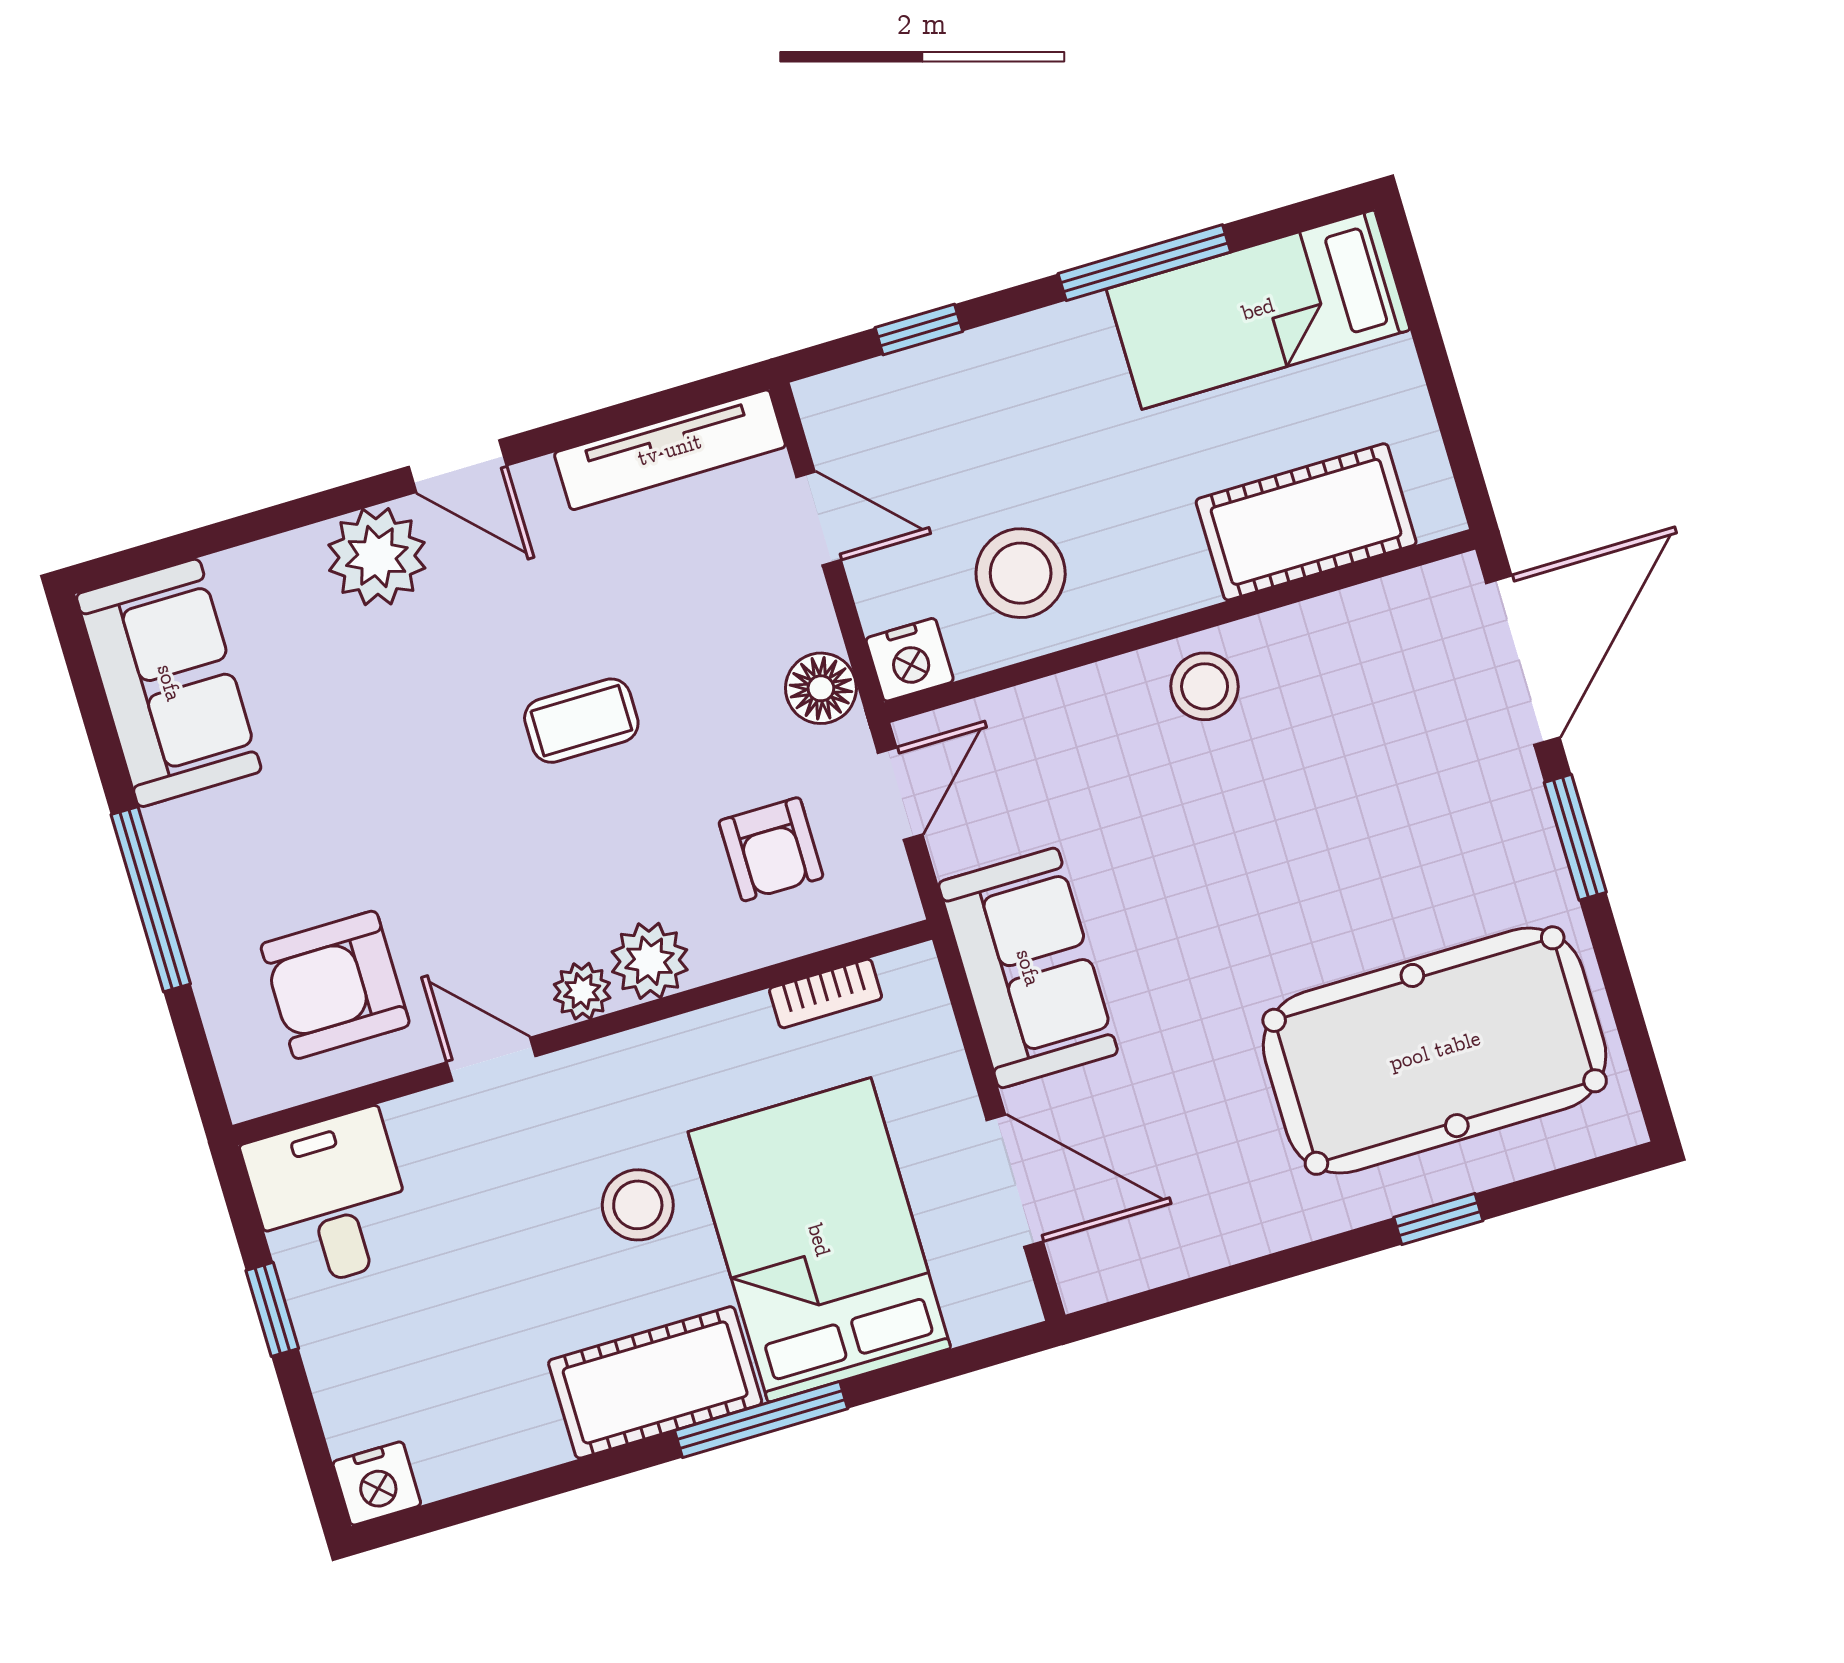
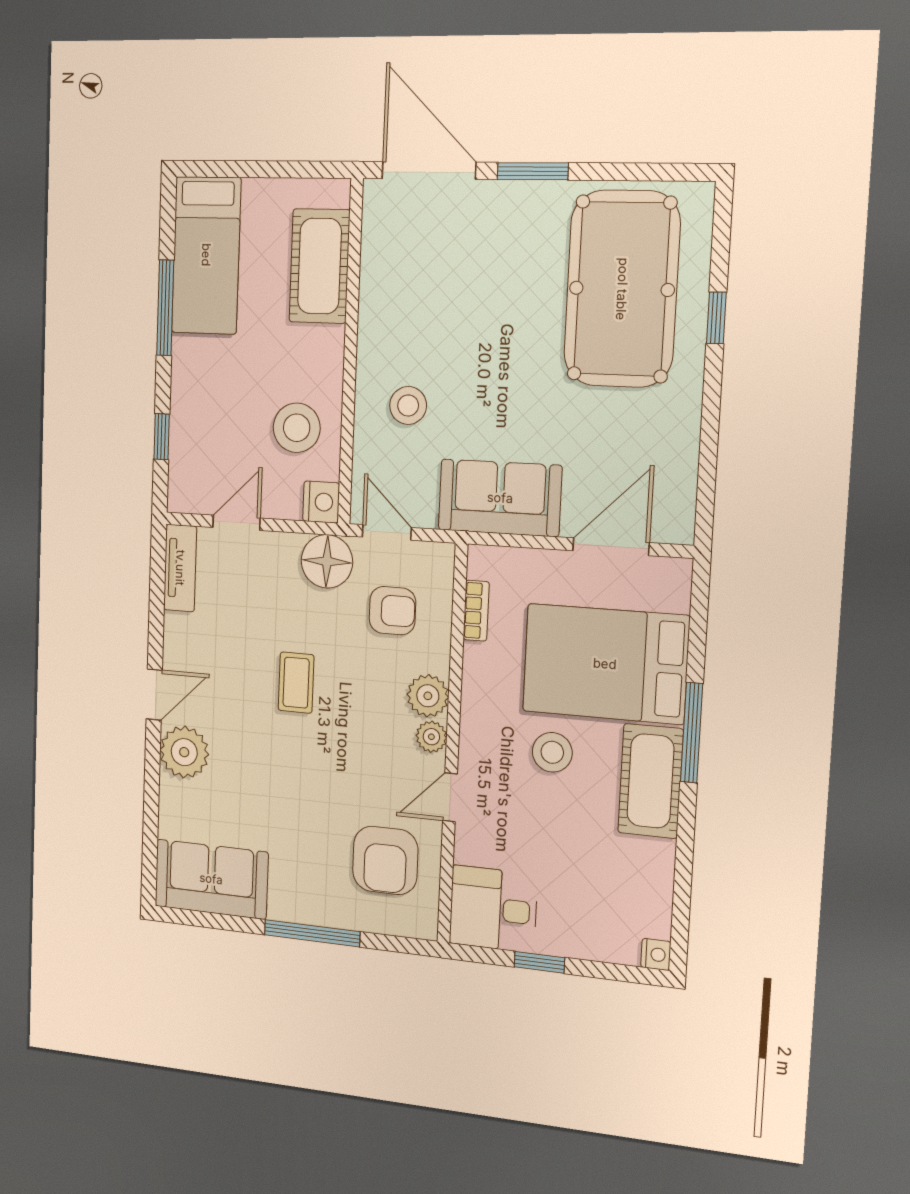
tv unit: (670, 450) -> (180, 568), width x0.71
stool: (1205, 686) -> (408, 405), moved
floor lamp: (821, 688) -> (327, 561), width x1.38, depth x1.38
nightstand: (377, 1483) -> (656, 954), width x0.72, depth x0.74

